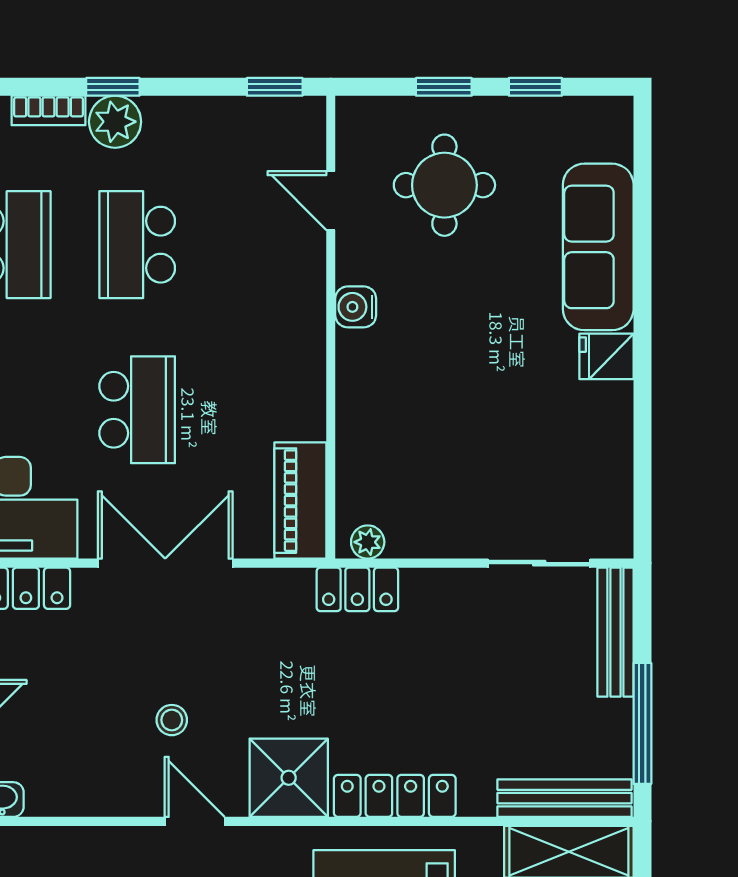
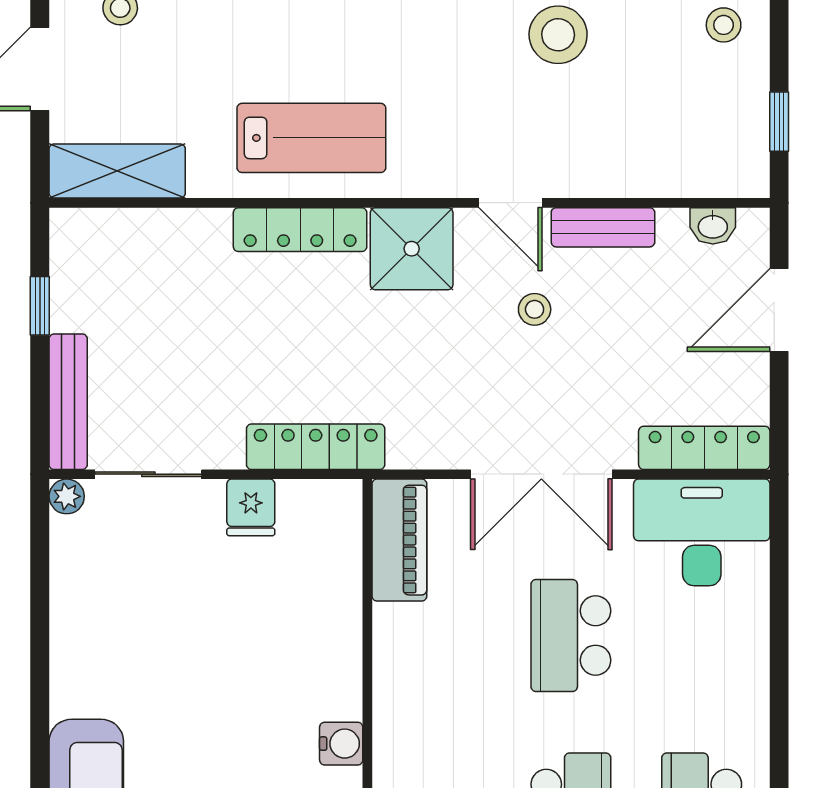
fridge: (606, 356) -> (251, 507), moved, turned 90
plant: (368, 542) -> (67, 496), moved
locker: (357, 589) -> (316, 447), width x1.53
window: (642, 723) -> (40, 306), width x0.46
bench: (564, 798) -> (603, 227), moved, width x0.73

